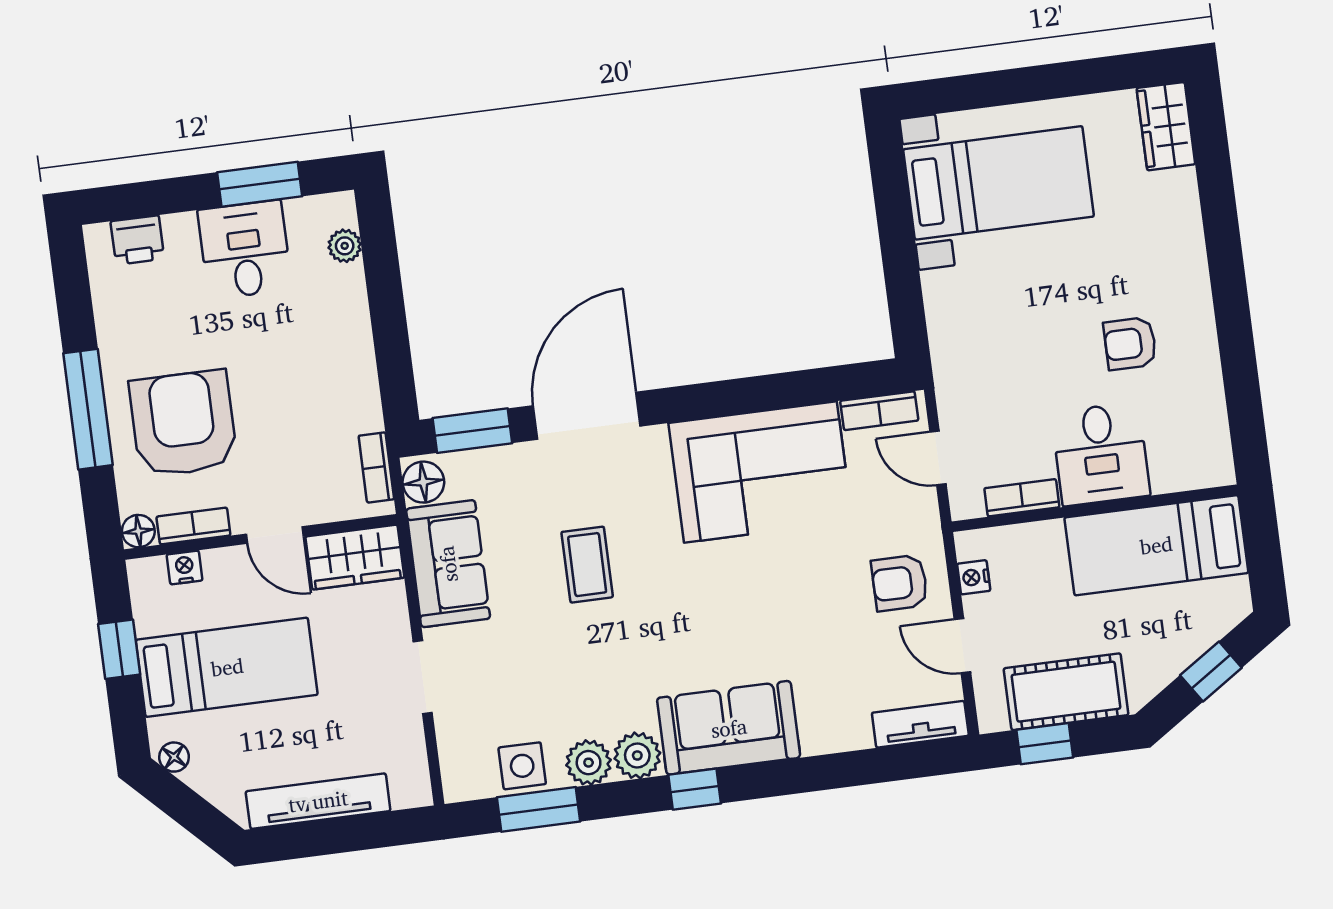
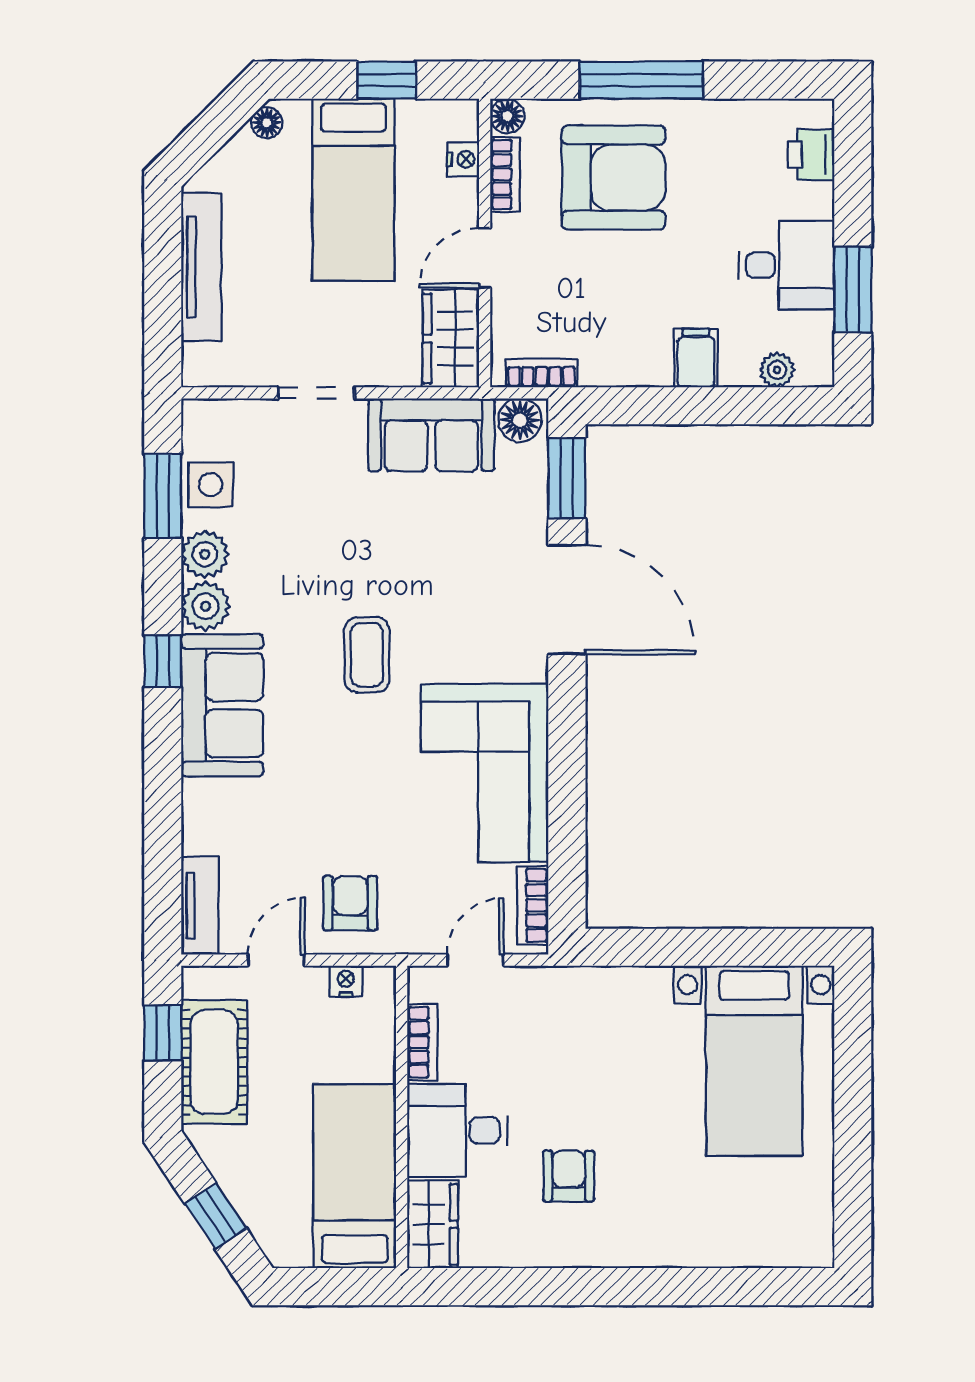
wardrobe: (1166, 126) -> (433, 1224), moved, turned 90
filing cabinet: (343, 324) -> (696, 358), added
coffee table: (587, 565) -> (367, 655), moved, turned 90

